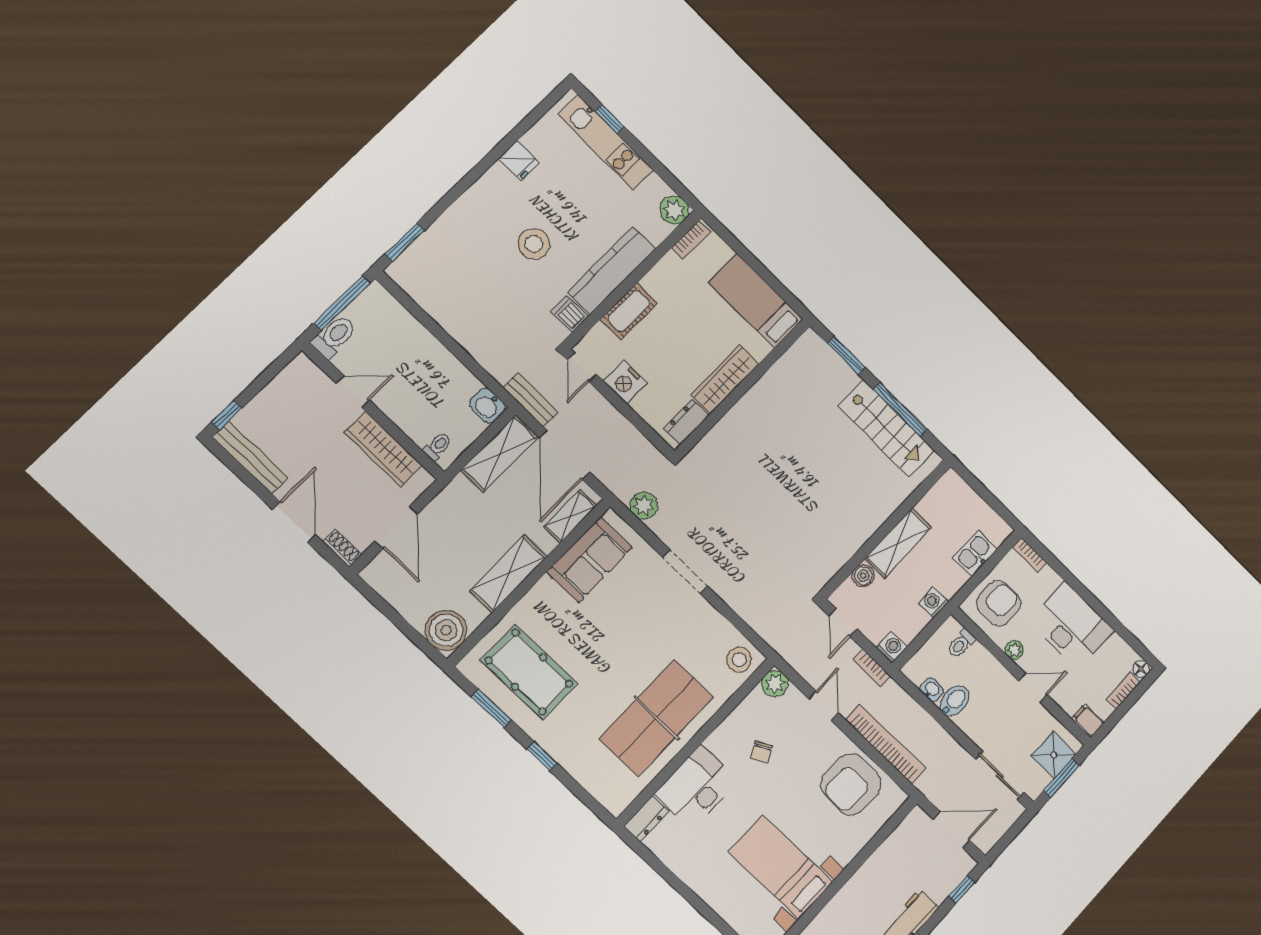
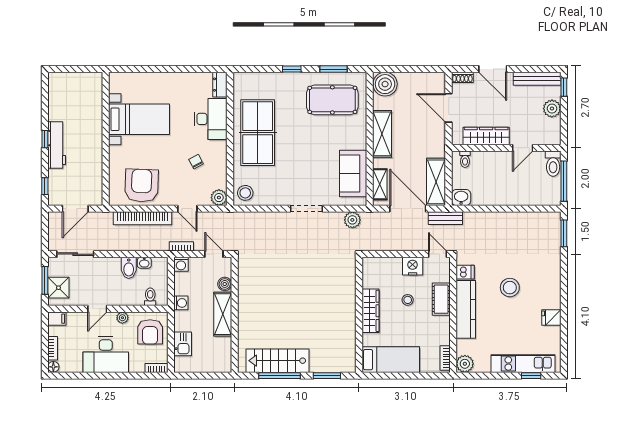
stool: (669, 349) -> (408, 300), added
plant: (268, 404) -> (552, 109), added
dresser: (686, 422) -> (369, 275), removed

